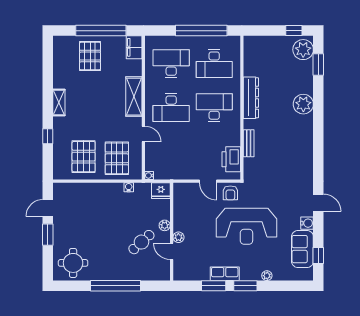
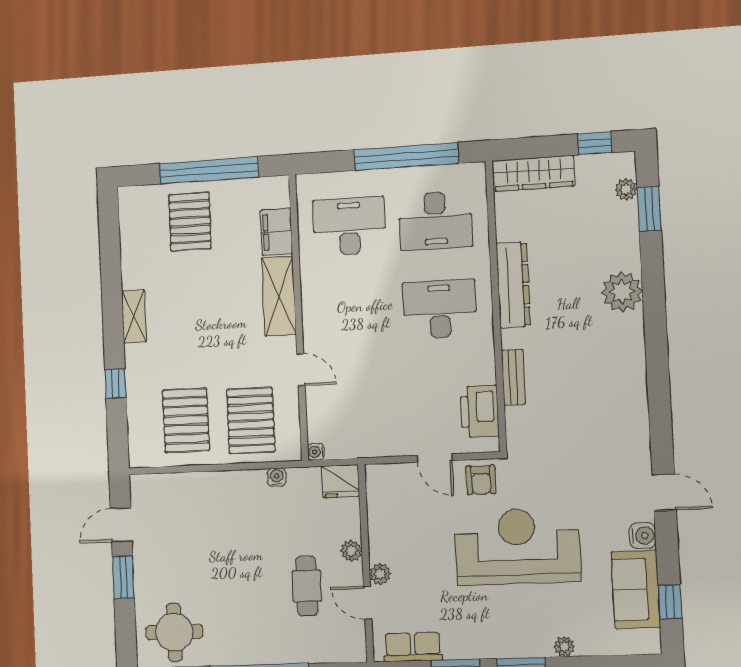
wardrobe: (263, 43) -> (533, 173), added
filing cabinet: (134, 47) -> (276, 232), moved
plant: (303, 50) -> (626, 190), width x0.53, depth x0.53
desk: (171, 108) -> (353, 314), removed
reception desk: (246, 226) -> (517, 546), turned 180
cafe table: (141, 242) -> (307, 586), turned -48
row of seats: (225, 274) -> (413, 647), moved

